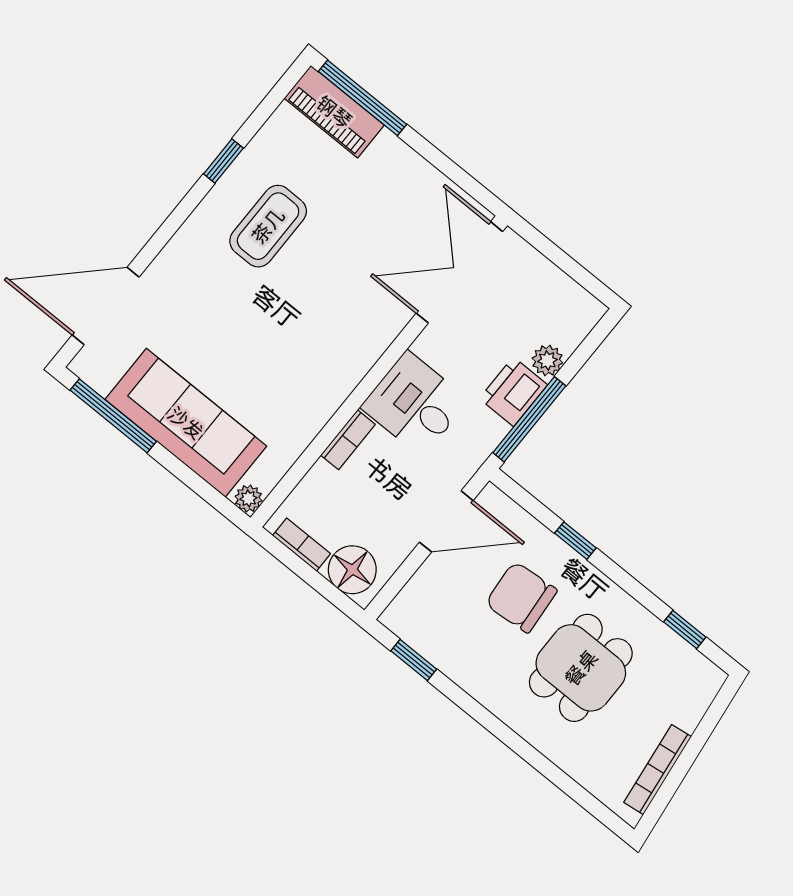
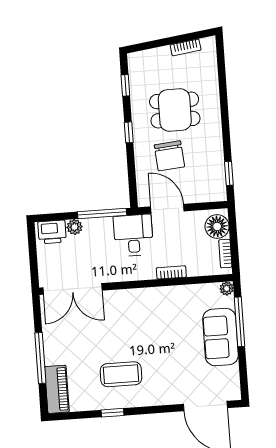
window: (362, 98) -> (40, 358), moved
printer: (513, 392) -> (52, 232), moved
desk: (415, 404) -> (133, 235), moved, turned 180
window: (113, 416) -> (240, 322), moved
sofa: (186, 423) -> (220, 337), width x0.73
window: (575, 541) -> (129, 132), moved
bookcase: (658, 770) -> (186, 47), width x0.64

